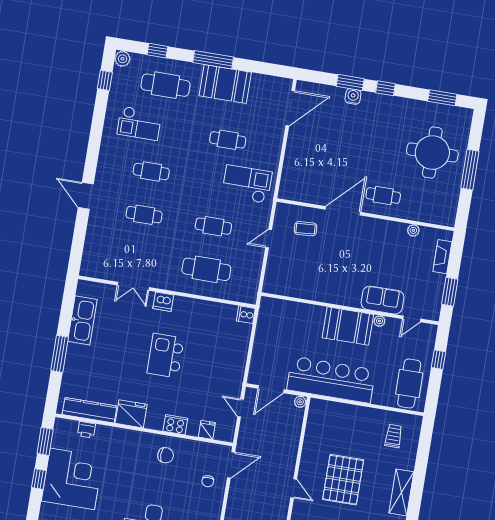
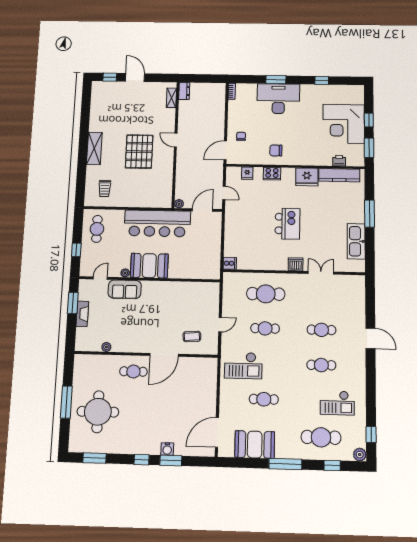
booth: (225, 84) -> (255, 445), moved
checkout: (139, 123) -> (337, 403), turned 180
fireplace: (442, 257) -> (82, 314), moved
cafe table: (409, 384) -> (97, 229), width x0.73, depth x0.74

